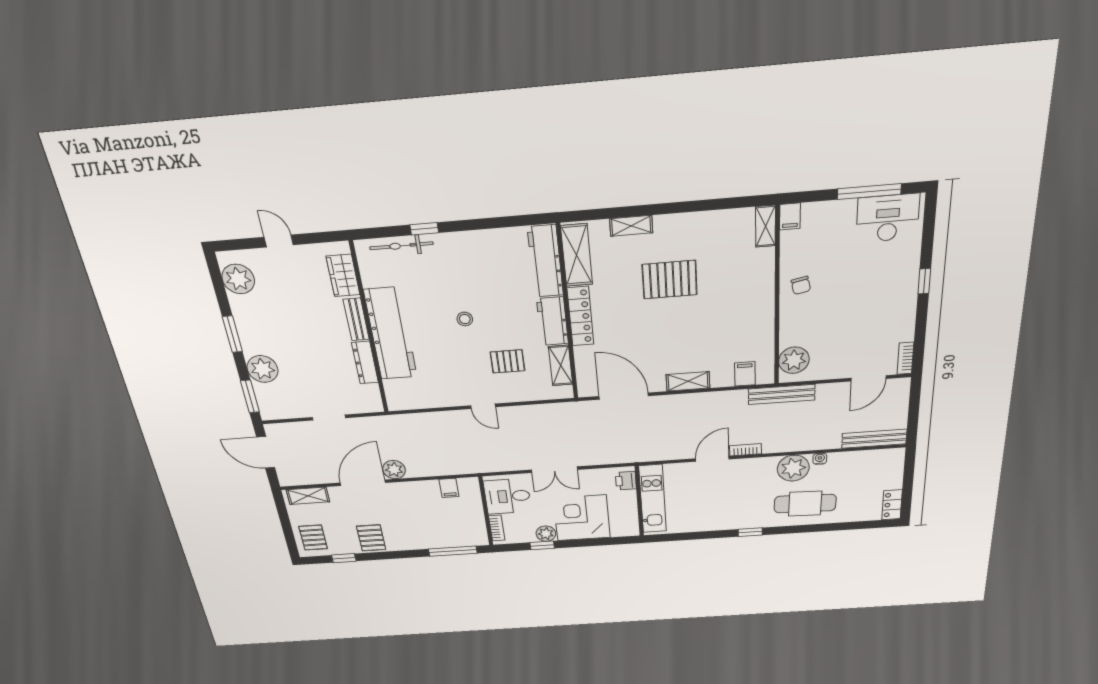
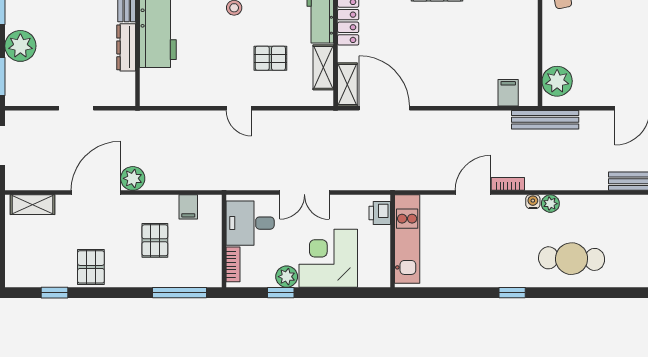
shelving: (688, 381) -> (347, 85), moved, turned 90
water cooler: (820, 459) -> (533, 202), moved
plant: (793, 468) -> (550, 204), width x0.53, depth x0.53
pallet: (313, 538) -> (155, 240), moved

